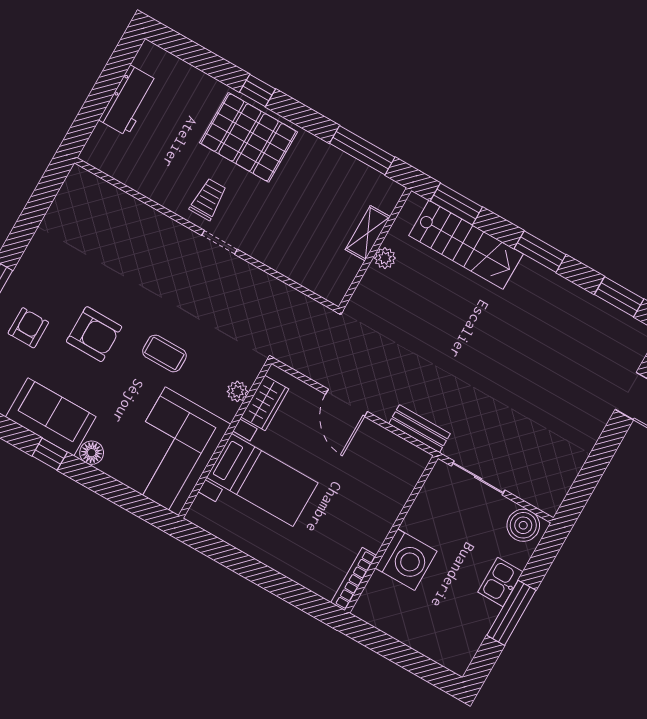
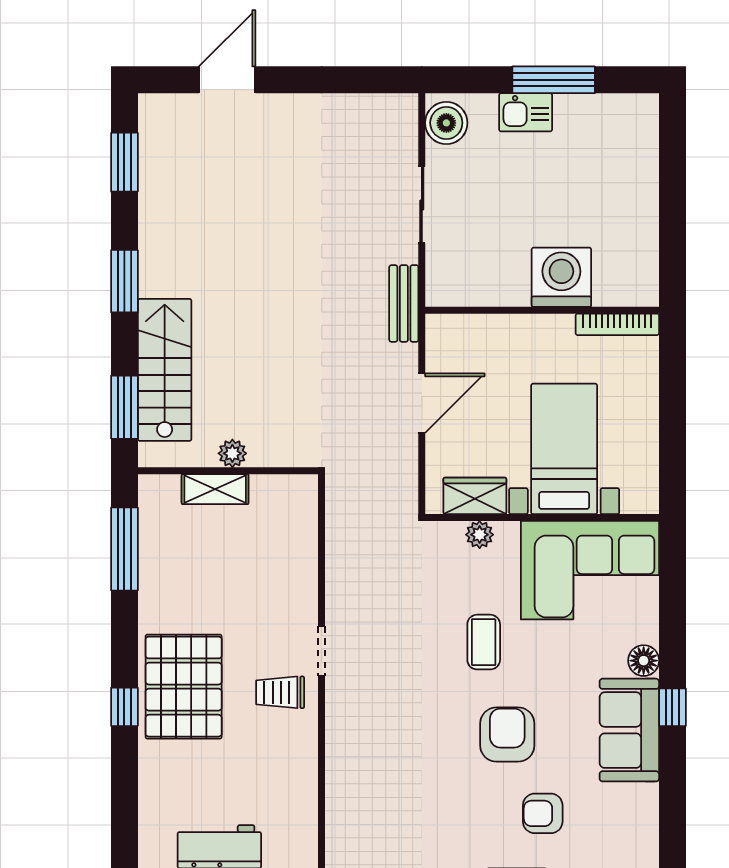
wall: (391, 534) -> (542, 310), moved
washing machine: (406, 560) -> (561, 277), moved
bookcase: (354, 579) -> (617, 324), moved

